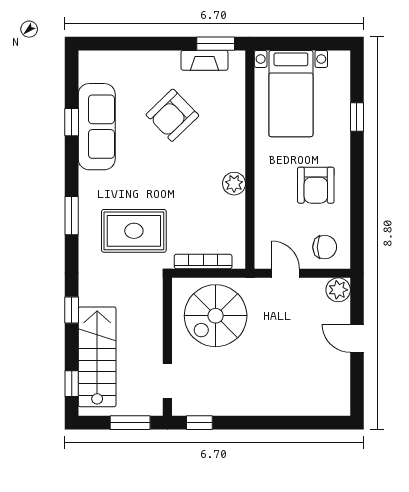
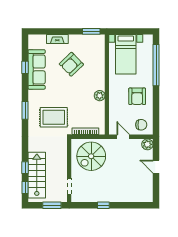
fireplace: (204, 60) -> (57, 39), moved
window: (357, 117) -> (156, 65), width x3.17
window: (72, 310) -> (25, 168), moved
window: (199, 423) -> (103, 205), moved

